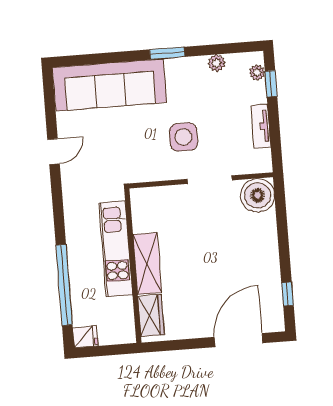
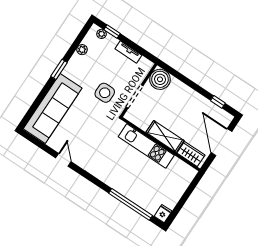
kitchen unit: (116, 249) -> (146, 146), moved
shelving: (147, 264) -> (165, 136), moved
wall: (133, 266) -> (161, 144), moved
wardrobe: (151, 316) -> (191, 154), moved

